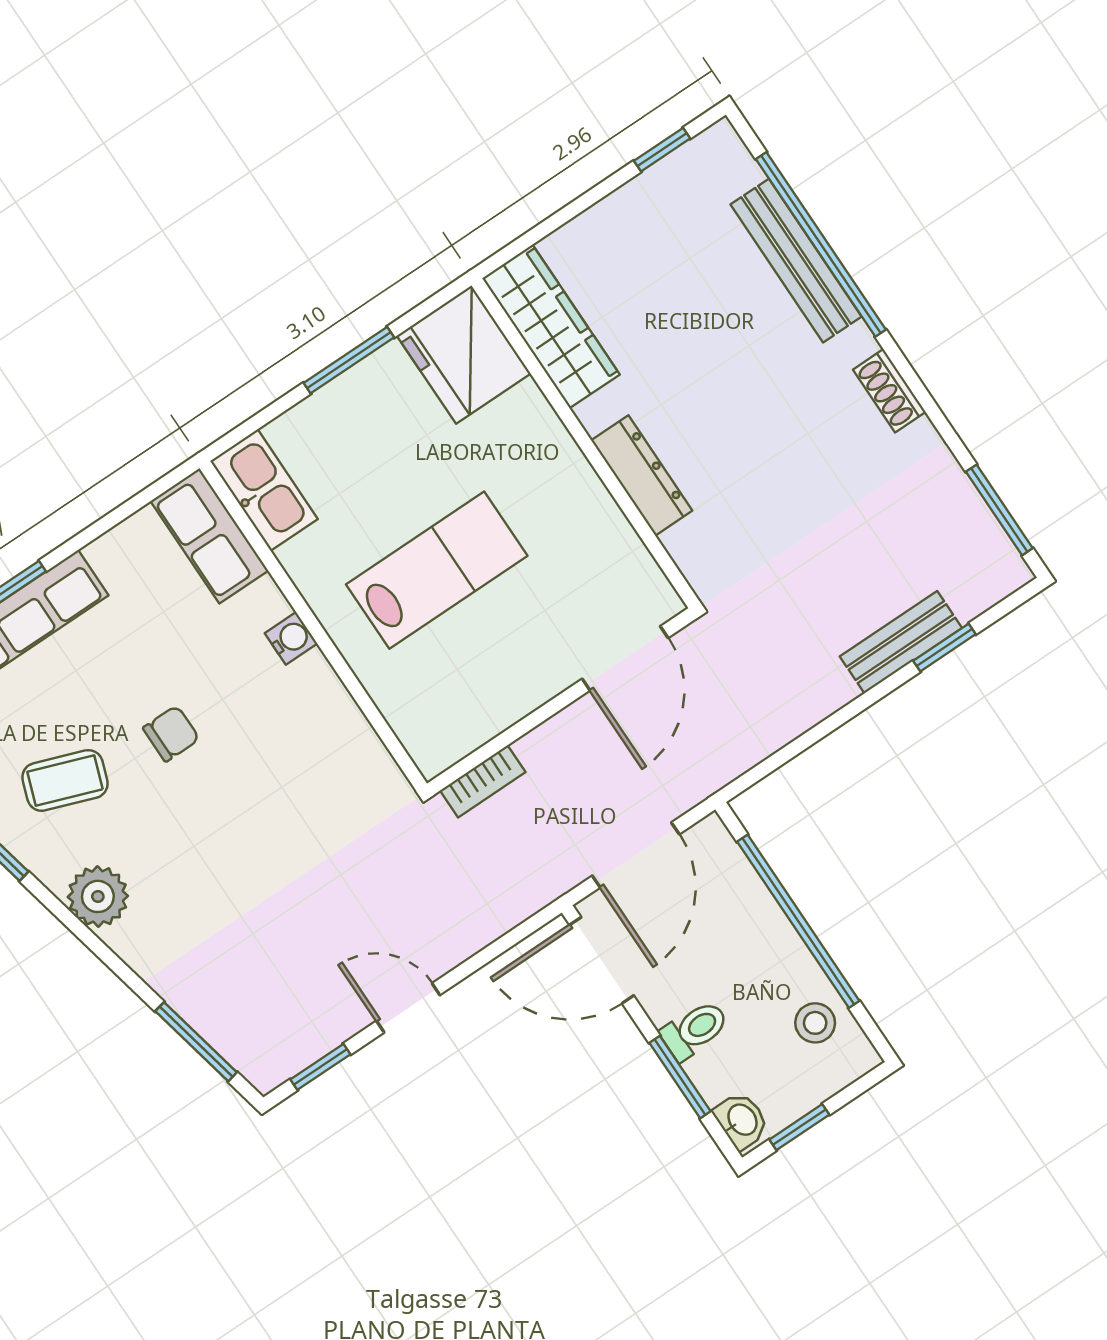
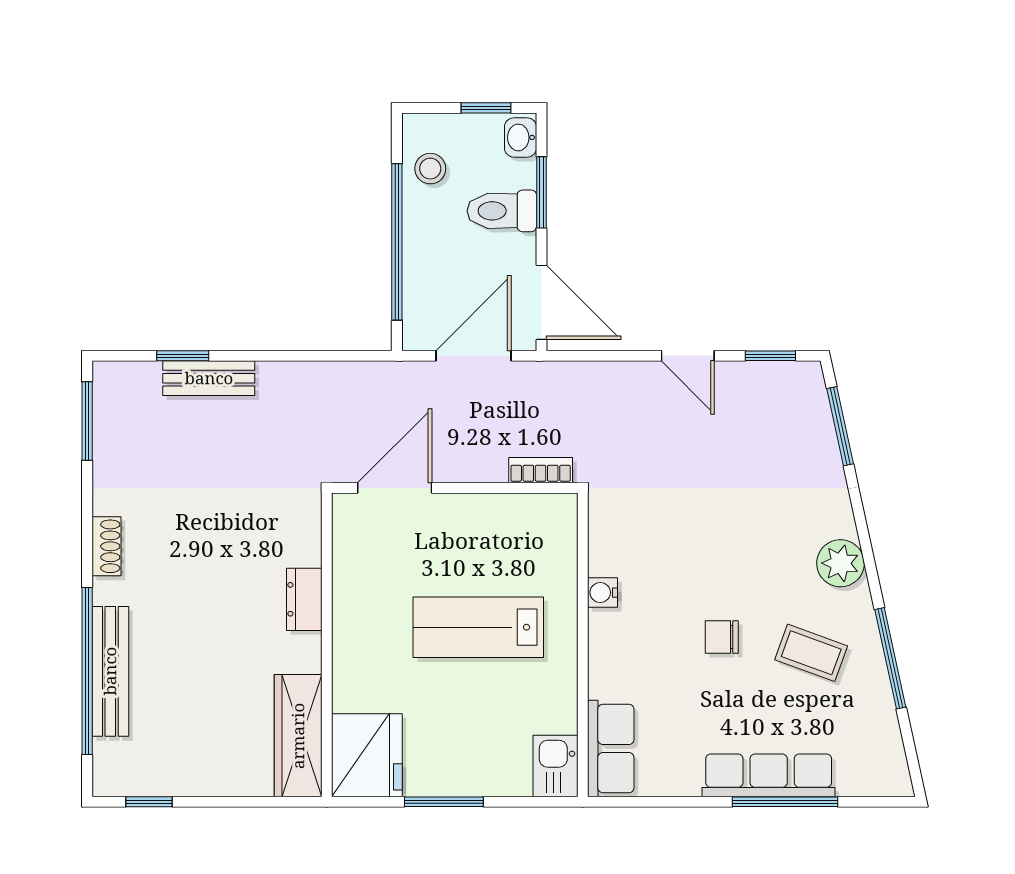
dresser: (642, 475) -> (304, 599), width x0.70
kitchen sink: (264, 490) -> (556, 766), width x0.73
water cooler: (291, 638) -> (603, 593), moved
toilet: (695, 1030) -> (502, 211), width x1.37, depth x1.39

